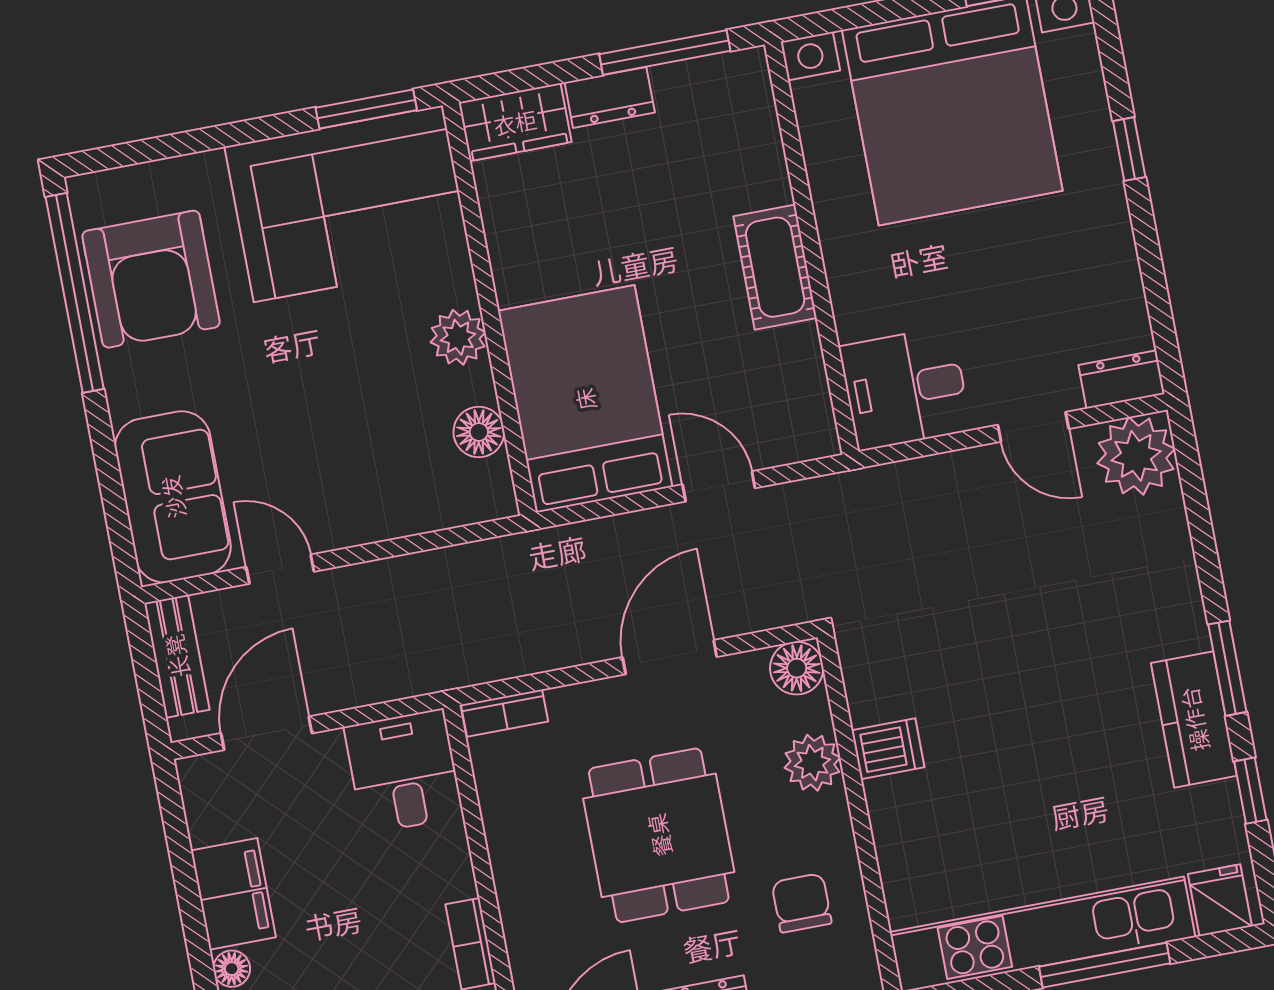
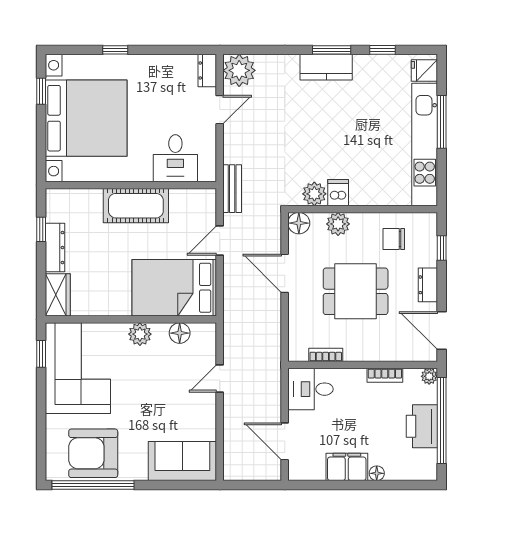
window: (665, 53) -> (41, 229), width x0.46
dresser: (610, 97) -> (55, 248), width x1.44
window: (366, 109) -> (41, 354), width x0.67
cot: (775, 267) -> (136, 206), width x1.37, depth x1.34
armchair: (151, 279) -> (93, 453), turned 180
desk: (905, 388) -> (175, 158), moved
door: (280, 569) -> (220, 378), moved
bench: (177, 656) -> (232, 189), moved, turned 90
plant: (874, 692) -> (314, 194), added
bookcase: (505, 713) -> (326, 355), moved, turned -90
kitchen counter: (1194, 719) -> (326, 67), moved

